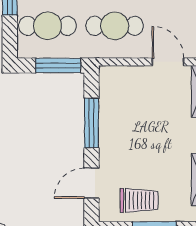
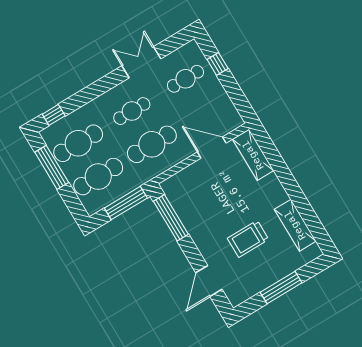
window: (92, 123) -> (171, 218), moved
trolley: (139, 200) -> (248, 239), moved, turned 180

